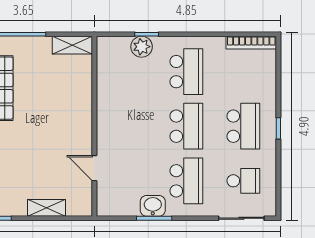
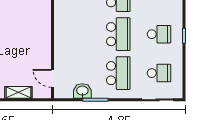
school desk: (243, 126) -> (159, 34), width x0.54
door: (94, 168) -> (53, 78), moved
washbasin: (153, 206) -> (82, 91), moved

